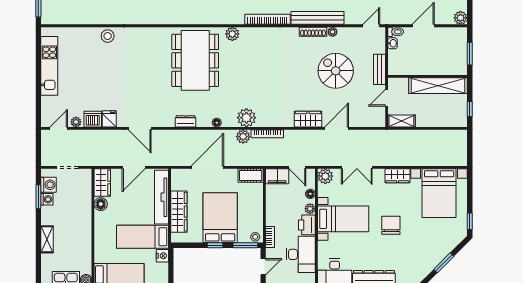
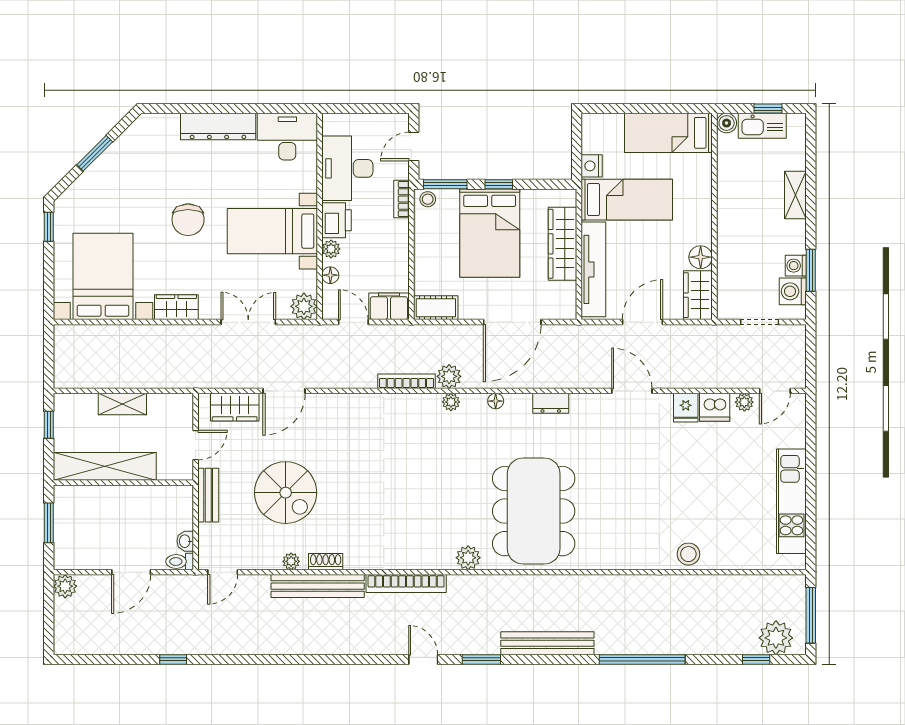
shoe rack: (313, 32) -> (326, 562), width x0.70
plant: (246, 118) -> (451, 402), width x0.53, depth x0.53
wardrobe: (308, 119) -> (235, 407), moved
shelving: (401, 121) -> (122, 404), moved

